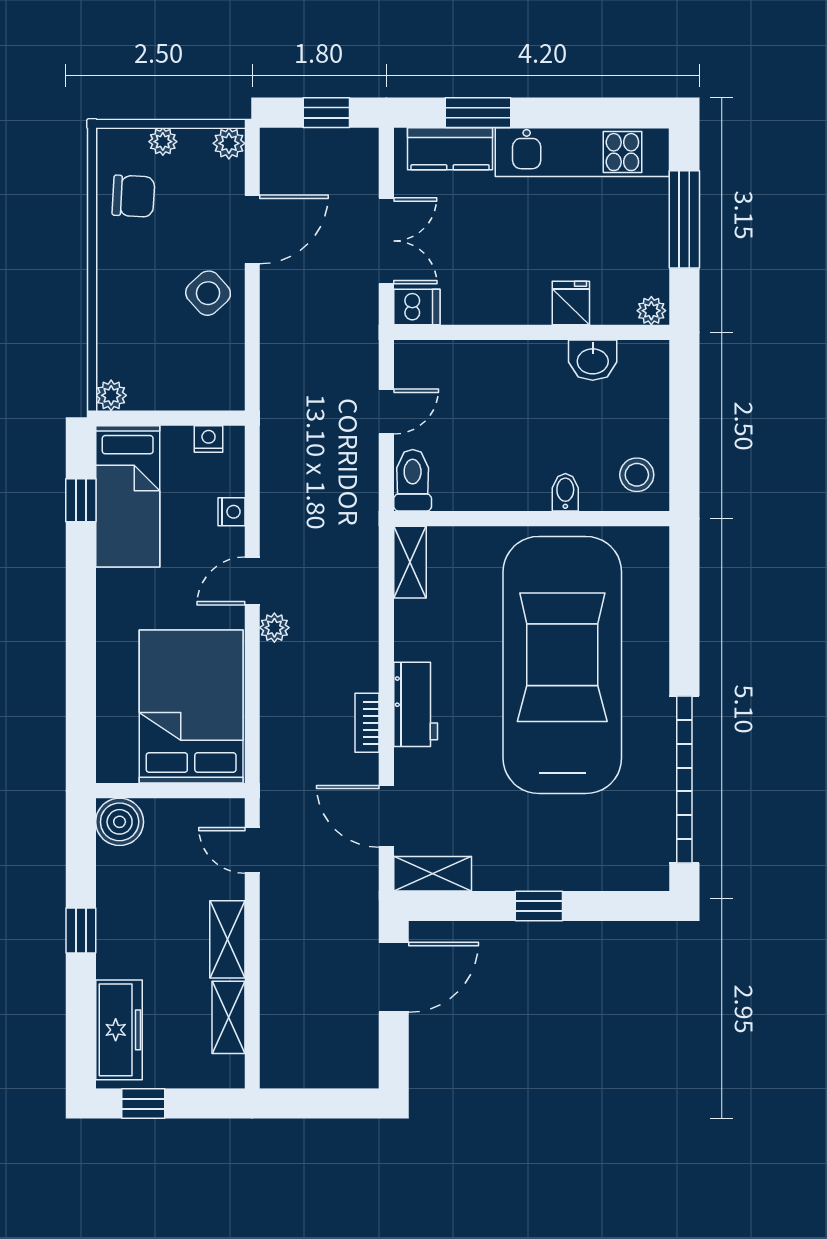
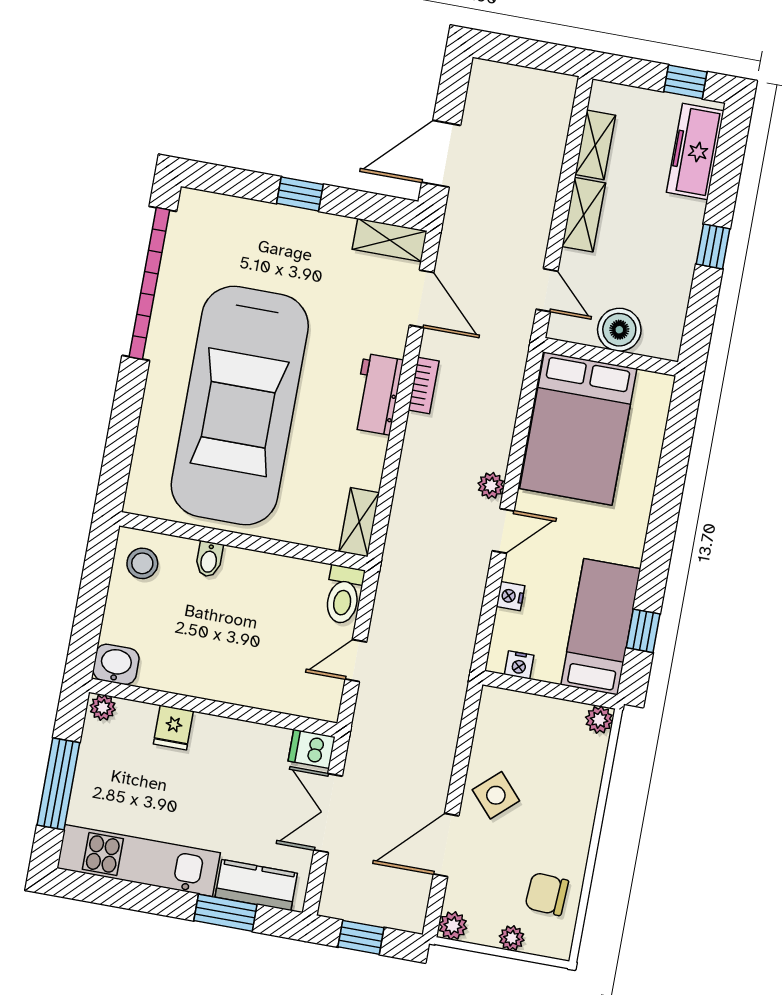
washbasin: (593, 360) -> (116, 664), moved
boiler: (120, 822) -> (619, 330), moved

